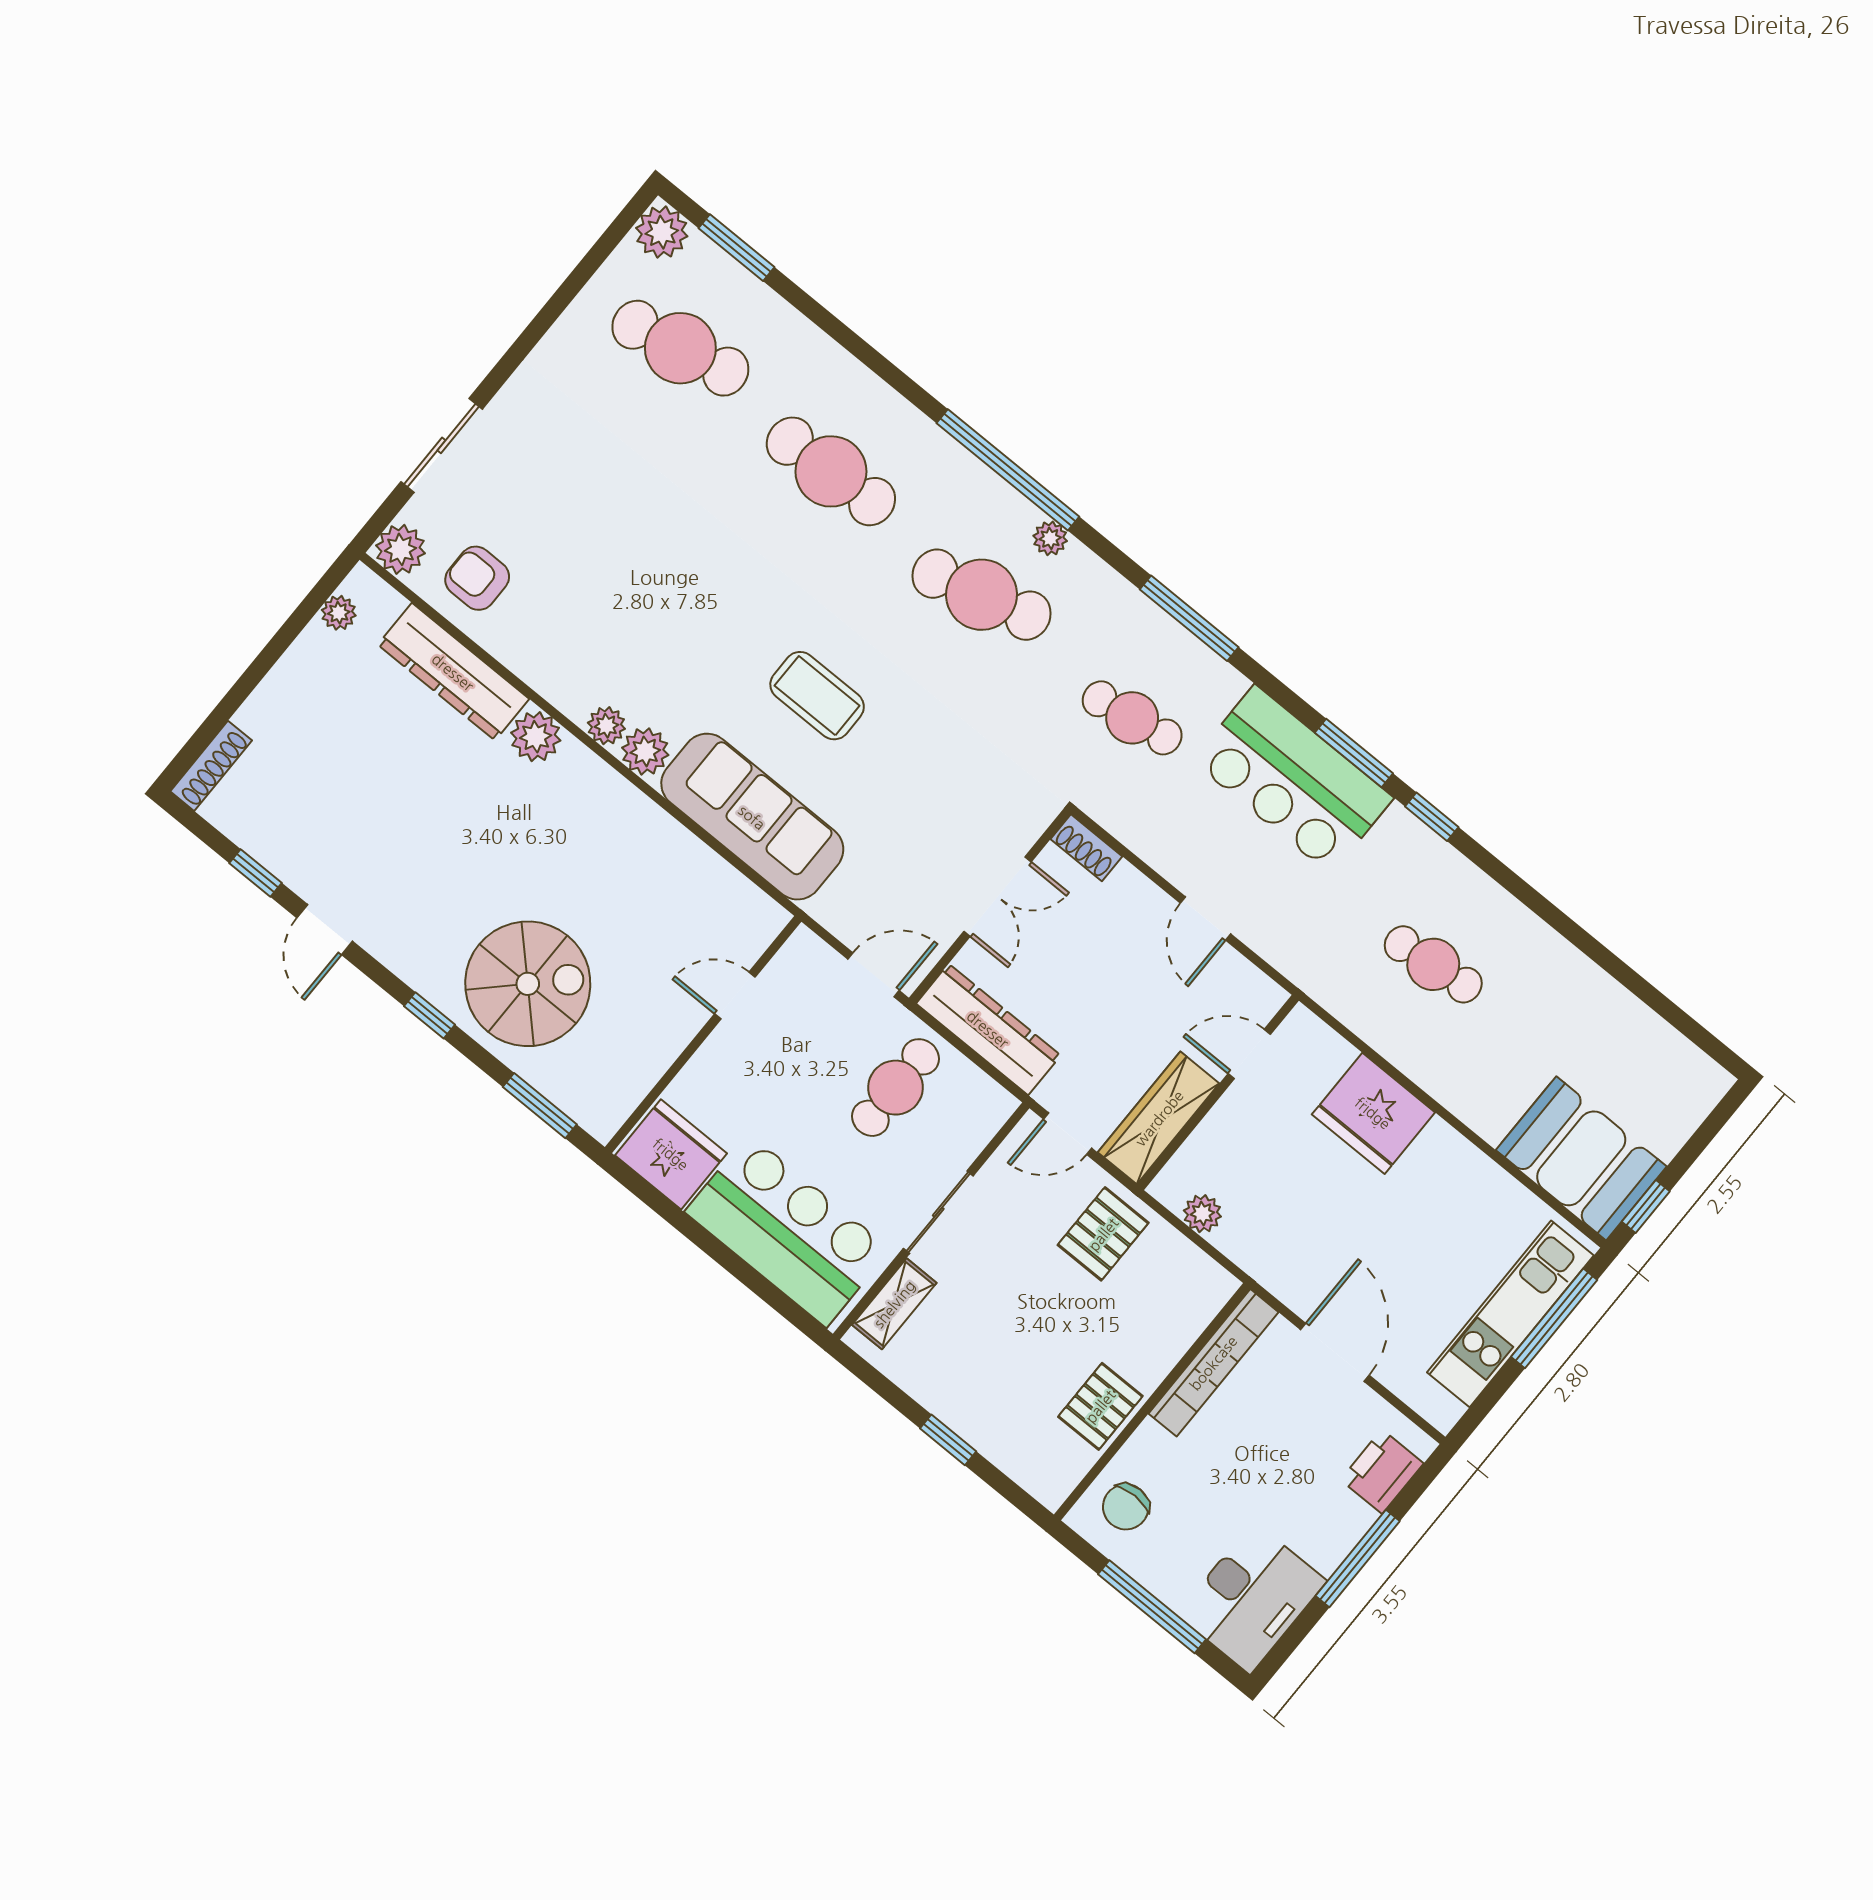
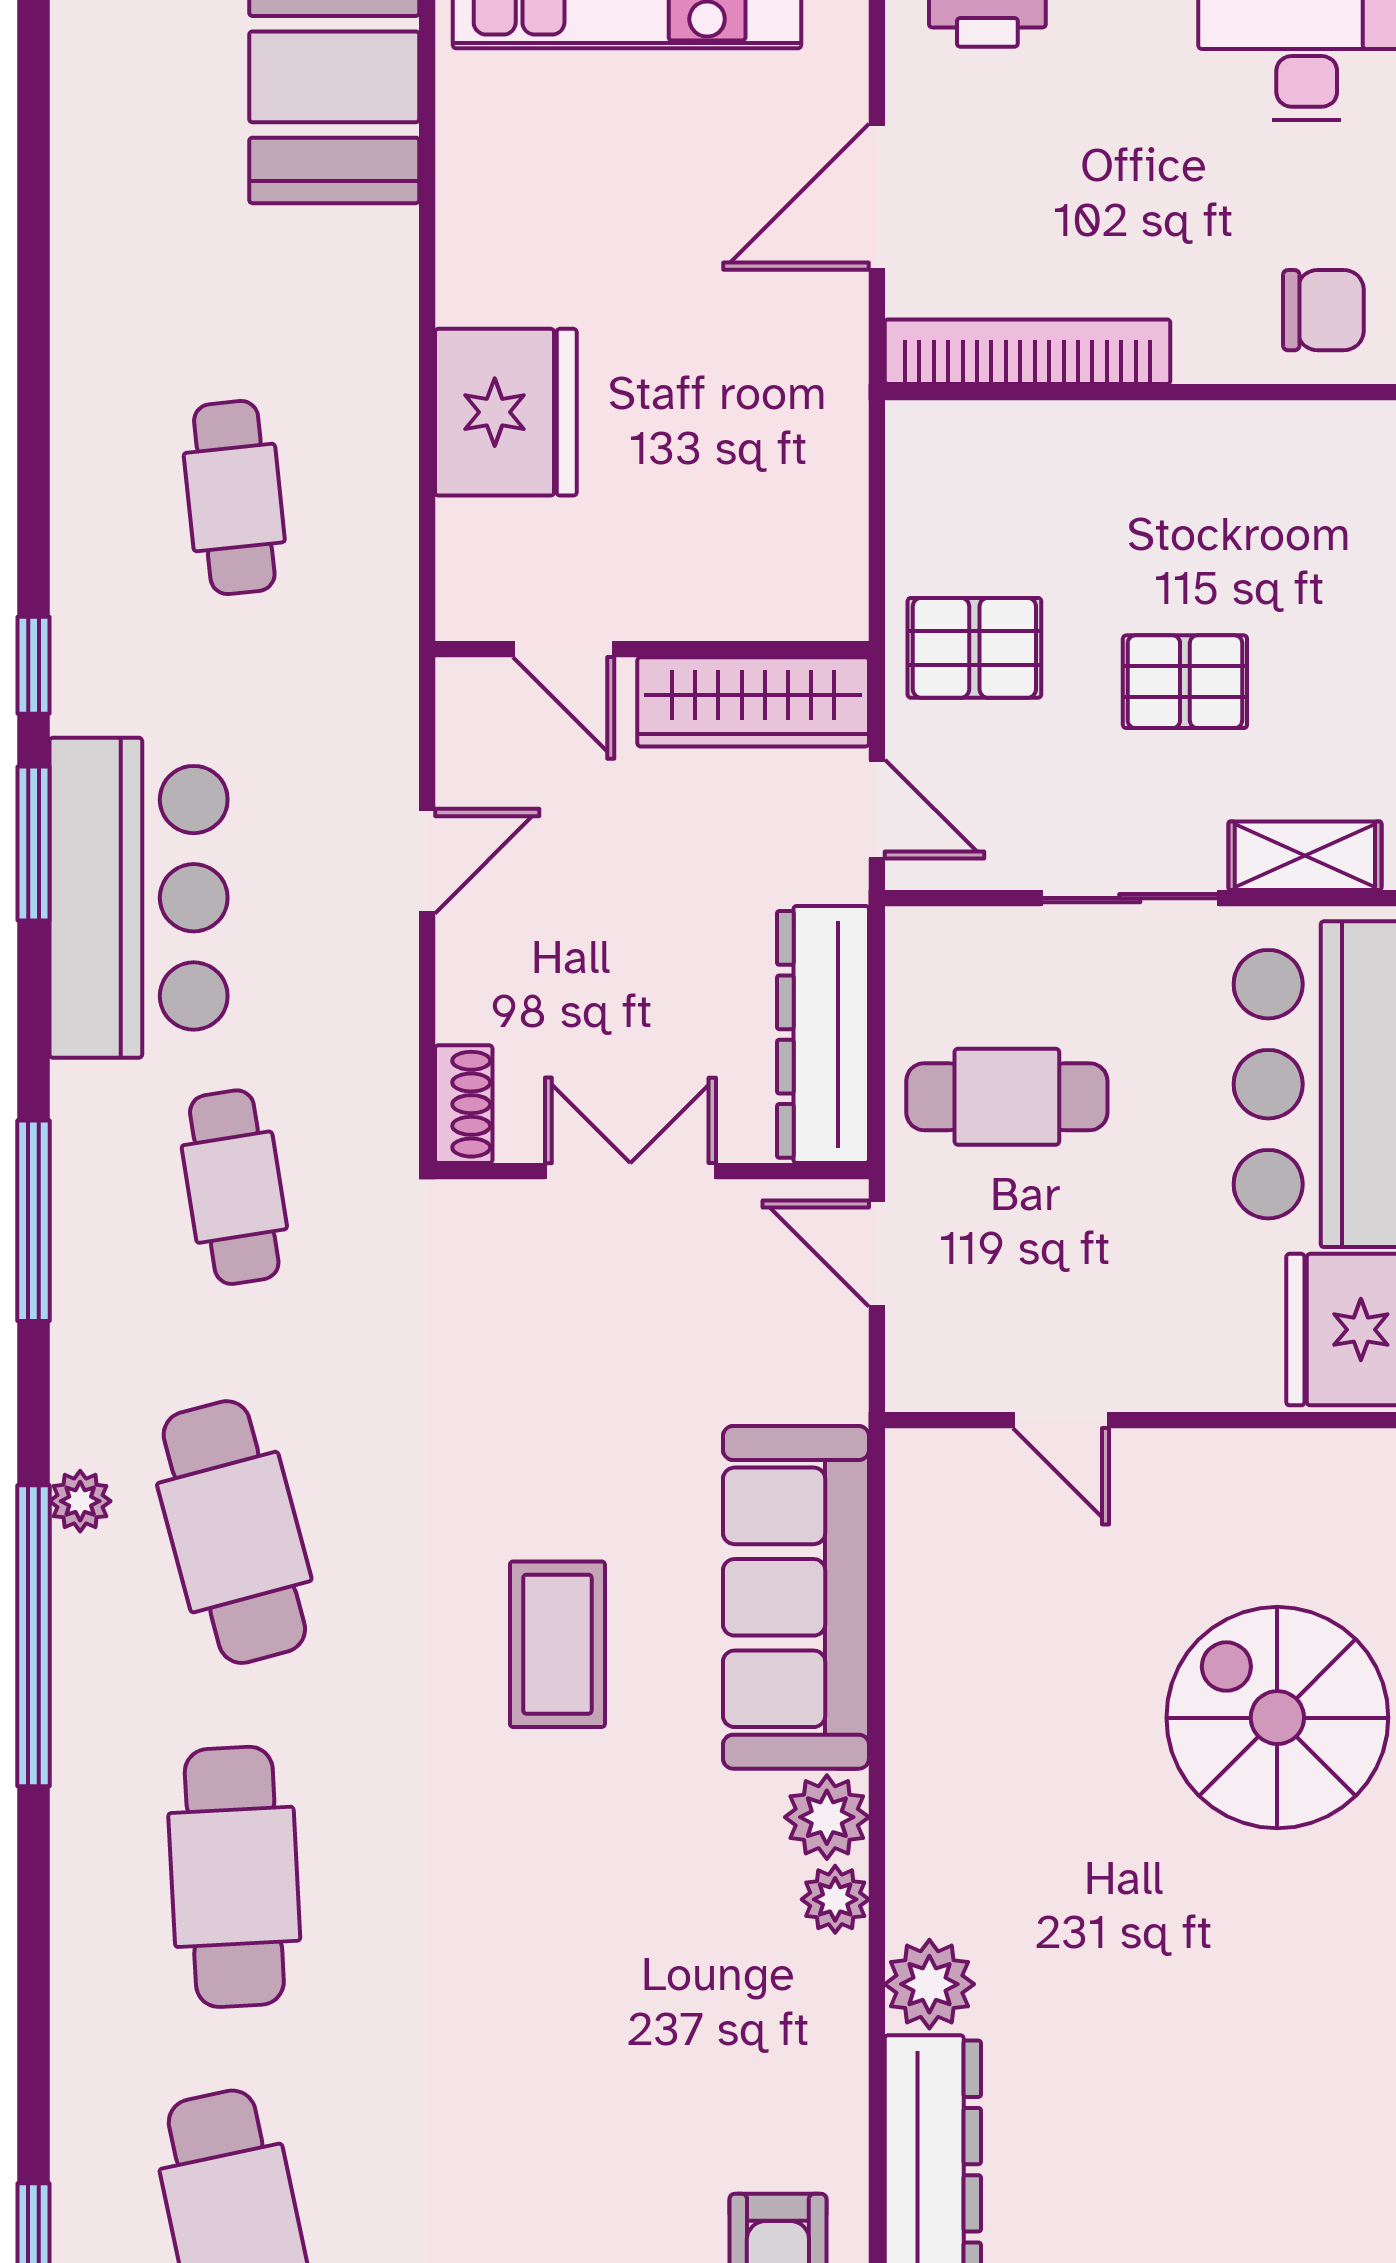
plant: (1202, 1214) -> (835, 534), removed
pallet: (1100, 1406) -> (1185, 682), moved

